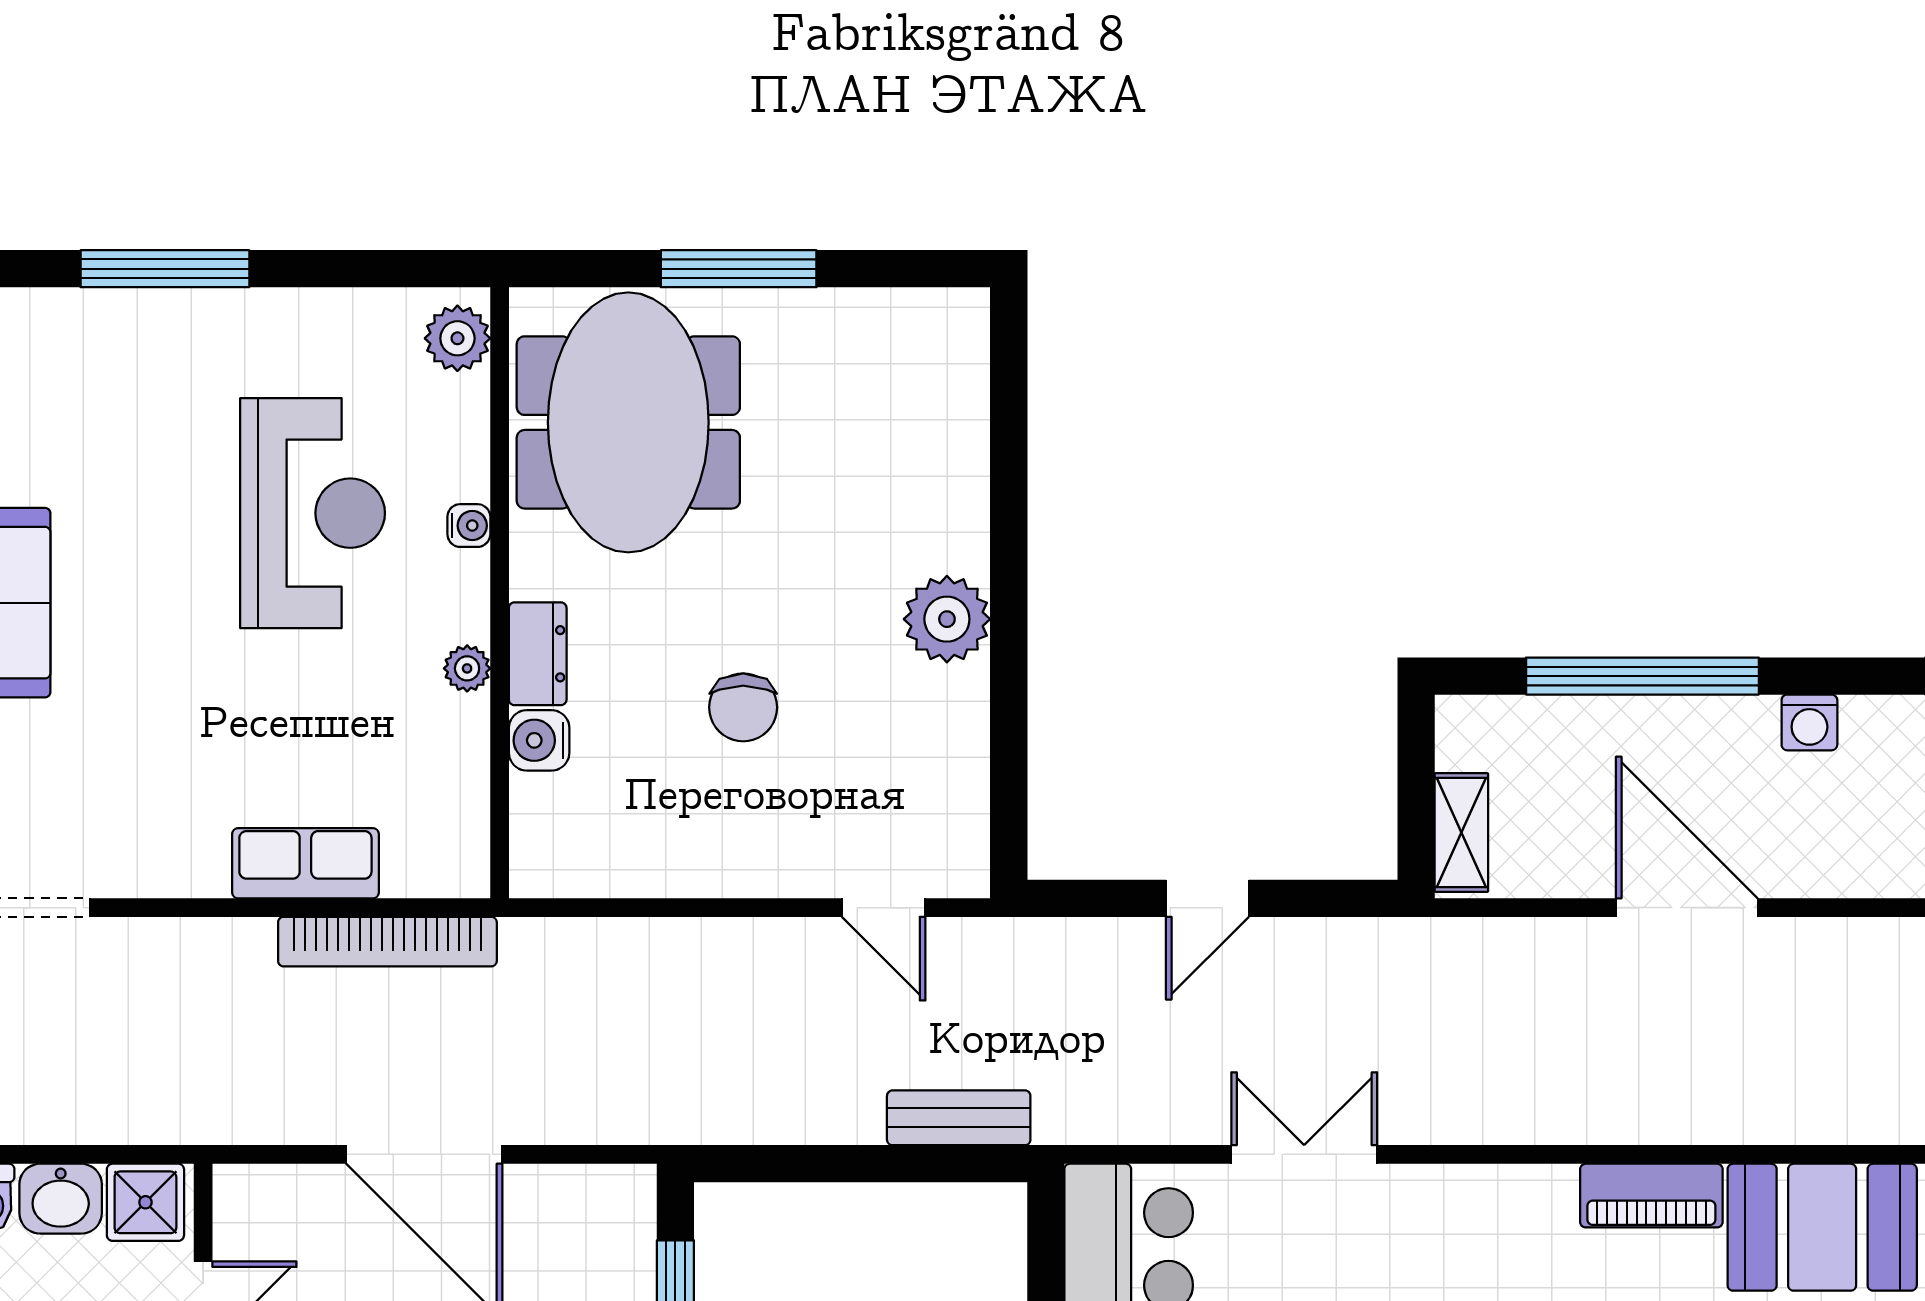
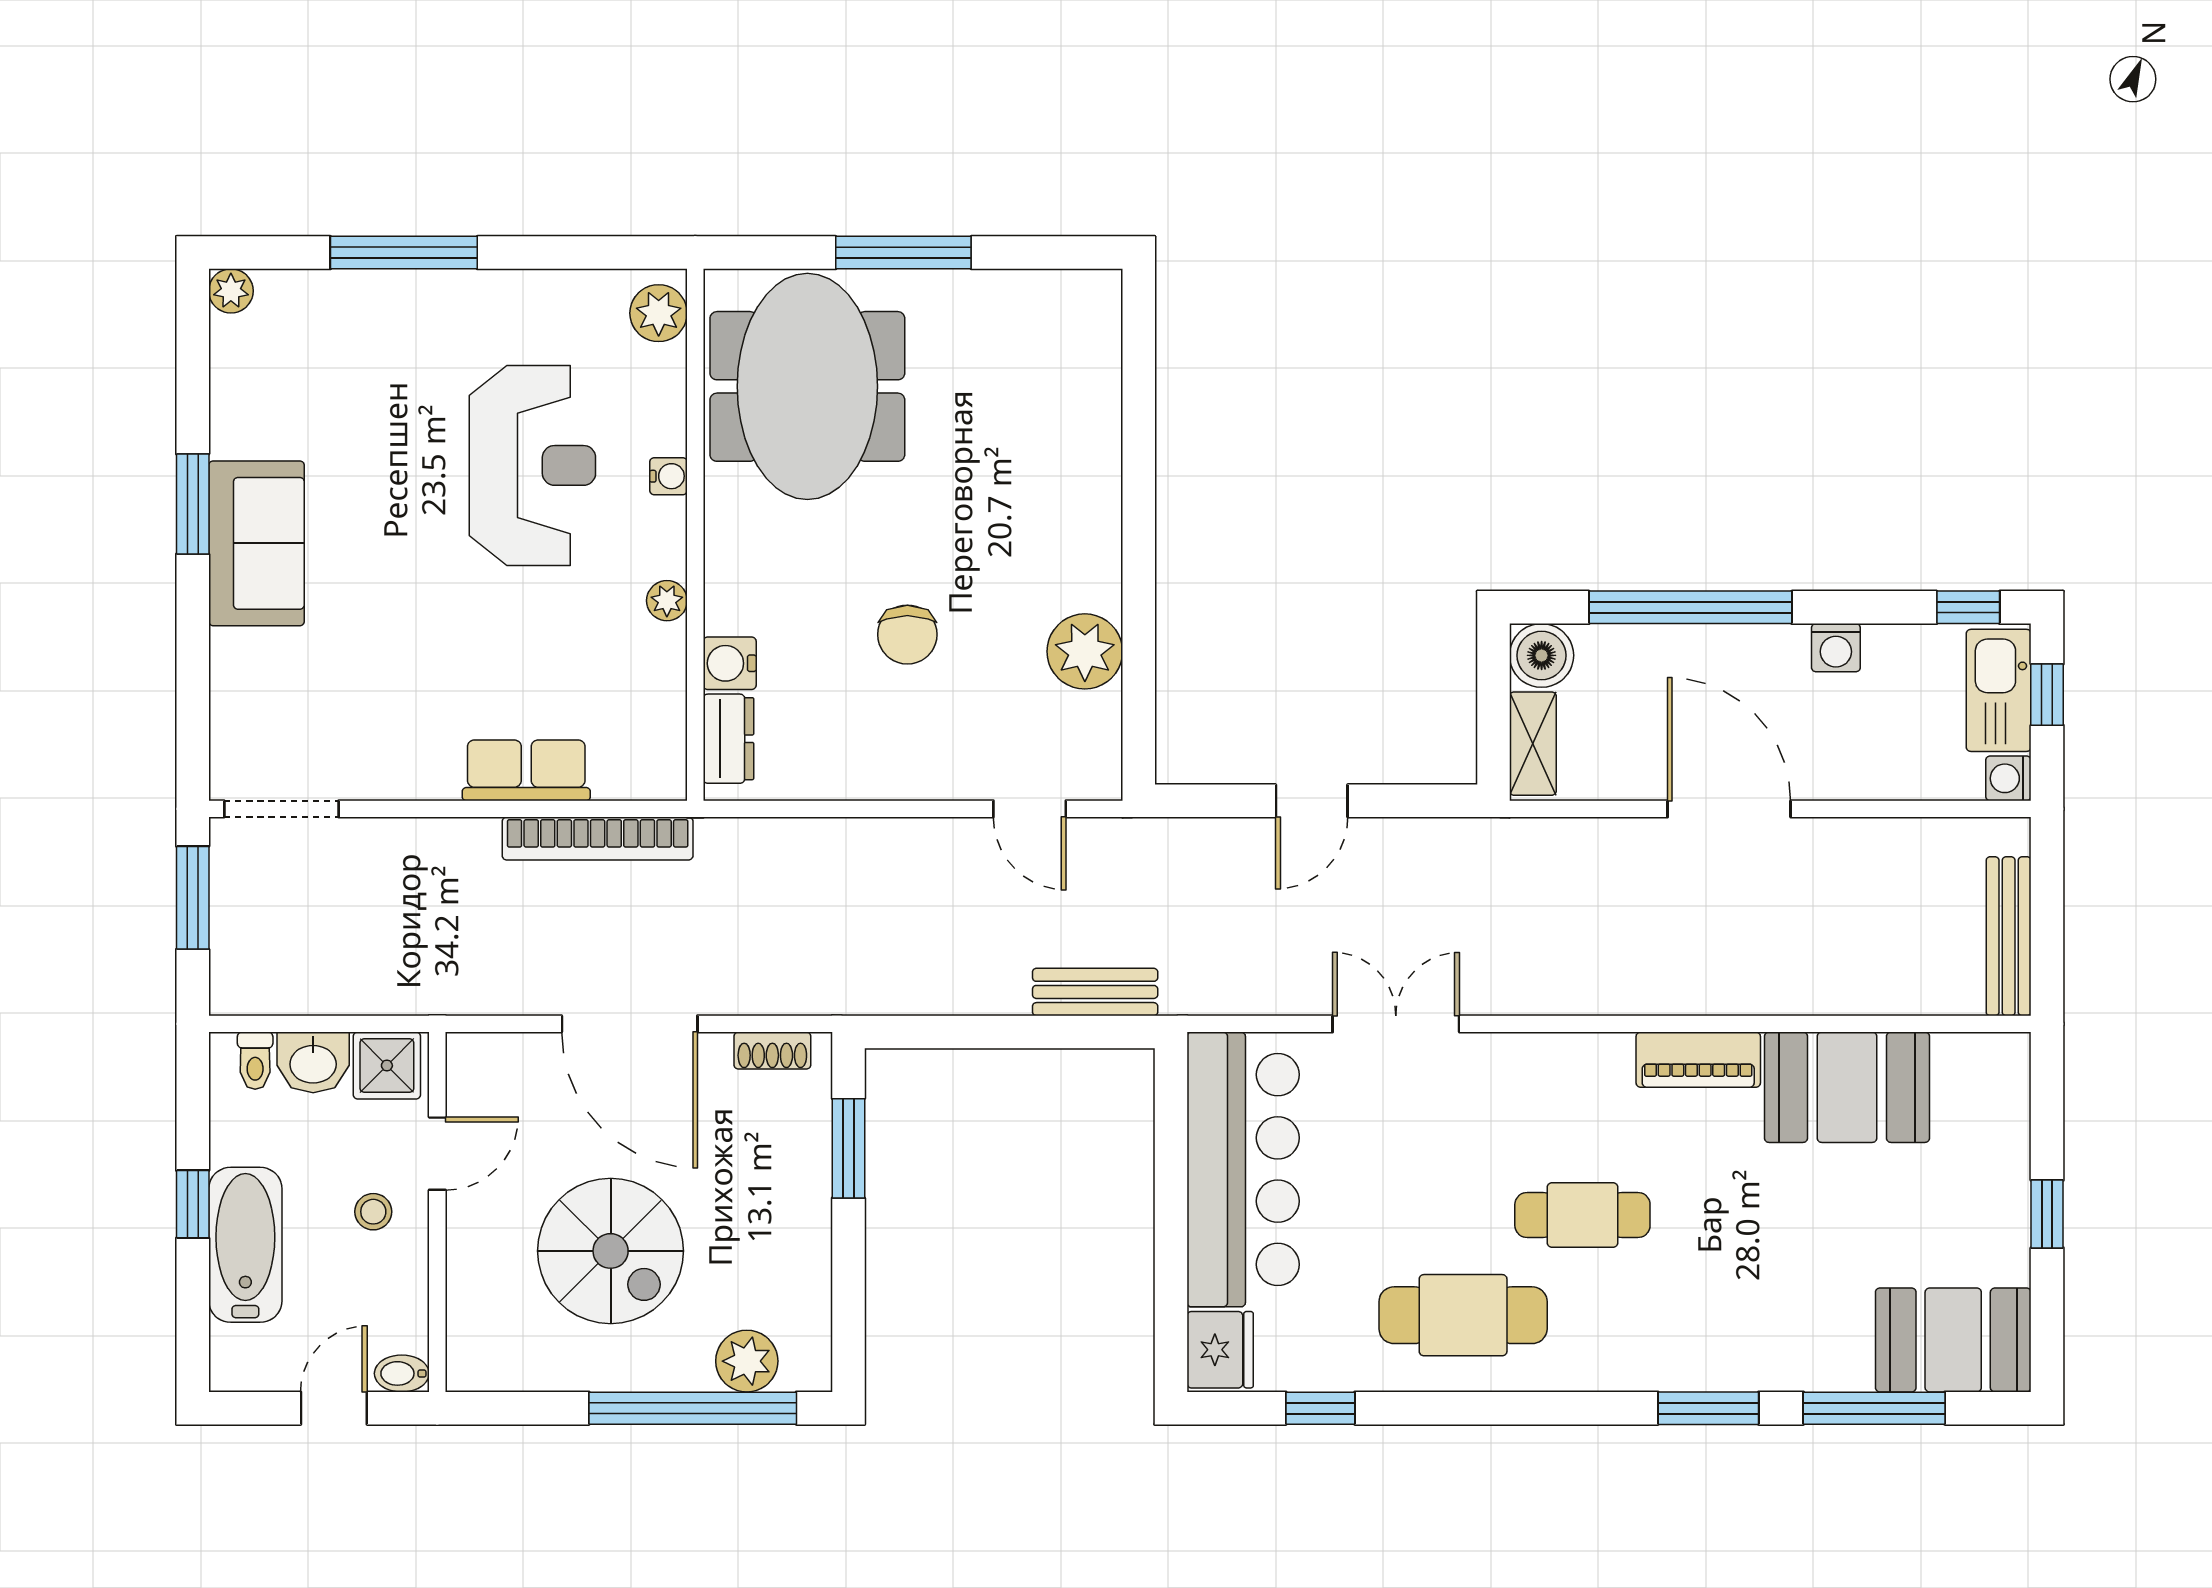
plant: (947, 619) -> (1085, 651), moved
dresser: (538, 654) -> (728, 739), moved
boiler: (1471, 731) -> (1542, 655), added
shoe rack: (588, 1185) -> (772, 1051), added

